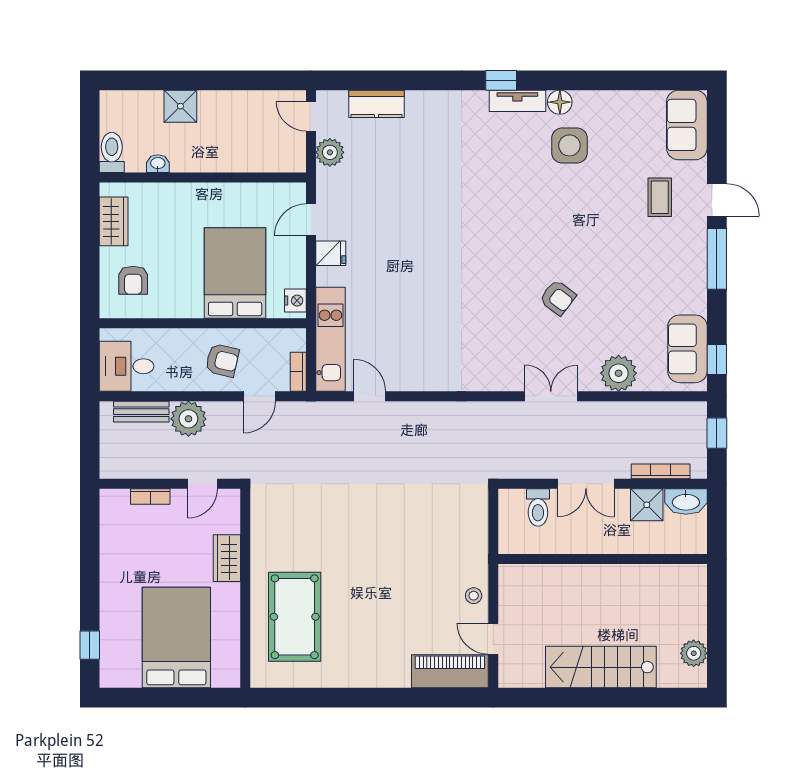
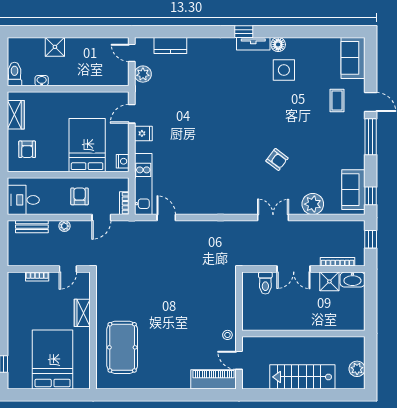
armchair: (222, 360) -> (80, 196), turned -103
plant: (188, 419) -> (65, 226), width x0.53, depth x0.53
wall: (603, 559) -> (303, 333), moved

